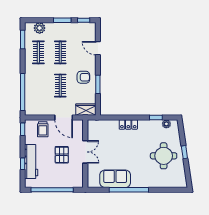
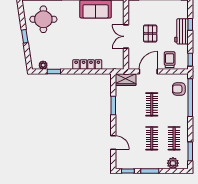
armchair: (83, 77) -> (179, 89), moved
door: (64, 118) -> (148, 72), hinge flipped
locker: (128, 124) -> (87, 65), width x1.53
round table: (164, 156) -> (43, 19), moved
workbench: (31, 162) -> (181, 31), width x0.73

